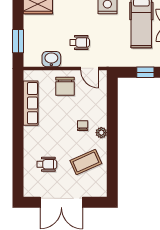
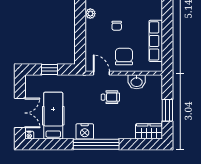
window: (18, 41) -> (167, 110), moved
wheelchair: (80, 42) -> (110, 97), turned 180
chair: (83, 126) -> (117, 26), moved

